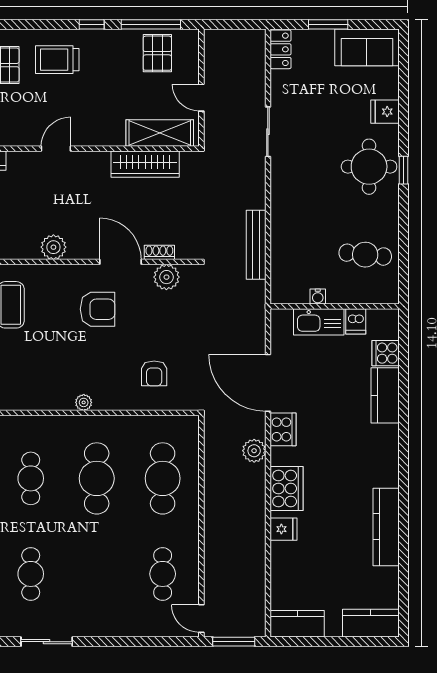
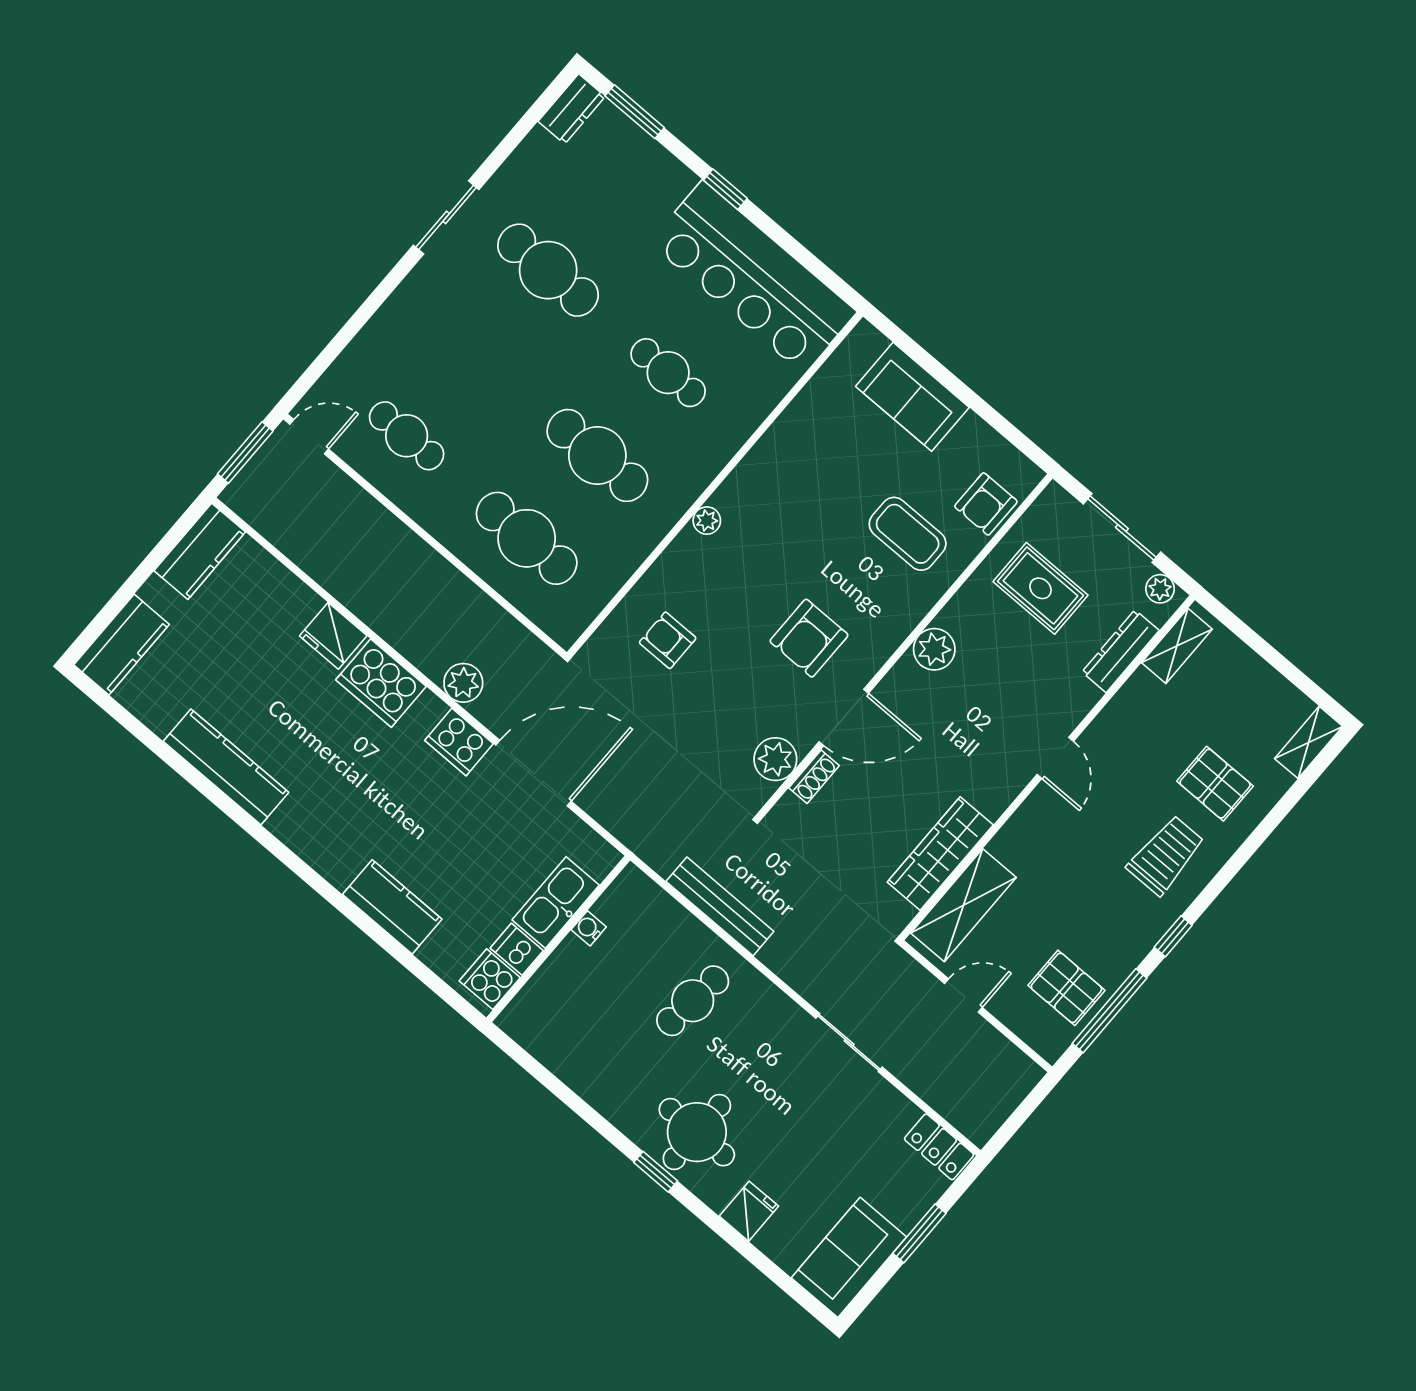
cafe table: (365, 255) -> (693, 1001), moved
cooker: (386, 353) -> (490, 979), moved, turned -90
fridge: (284, 529) -> (333, 636), width x1.38
cafe table: (31, 574) -> (548, 270), width x1.37, depth x1.35

